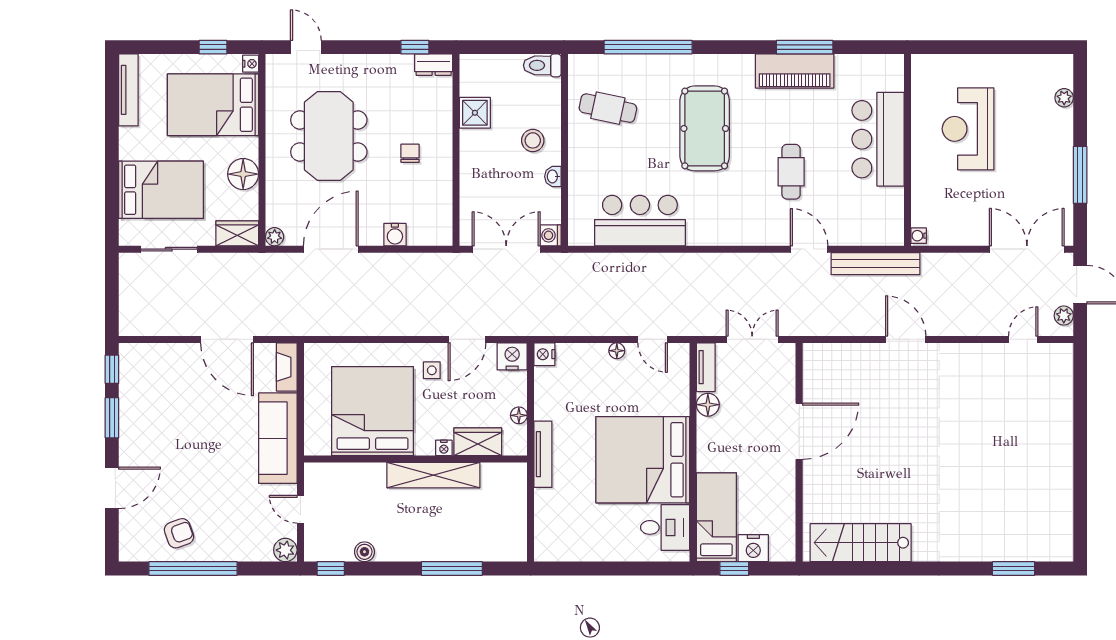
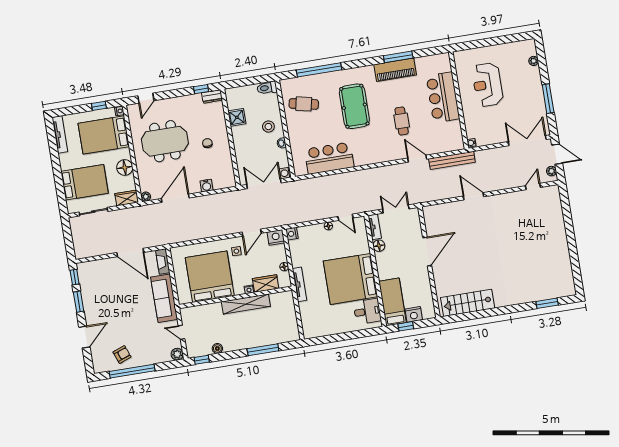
door: (306, 47) -> (146, 98), swing flipped
meeting table: (329, 136) -> (165, 141), turned 90

